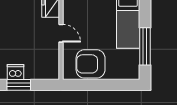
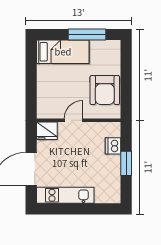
dishwasher: (15, 72) -> (113, 146), moved

